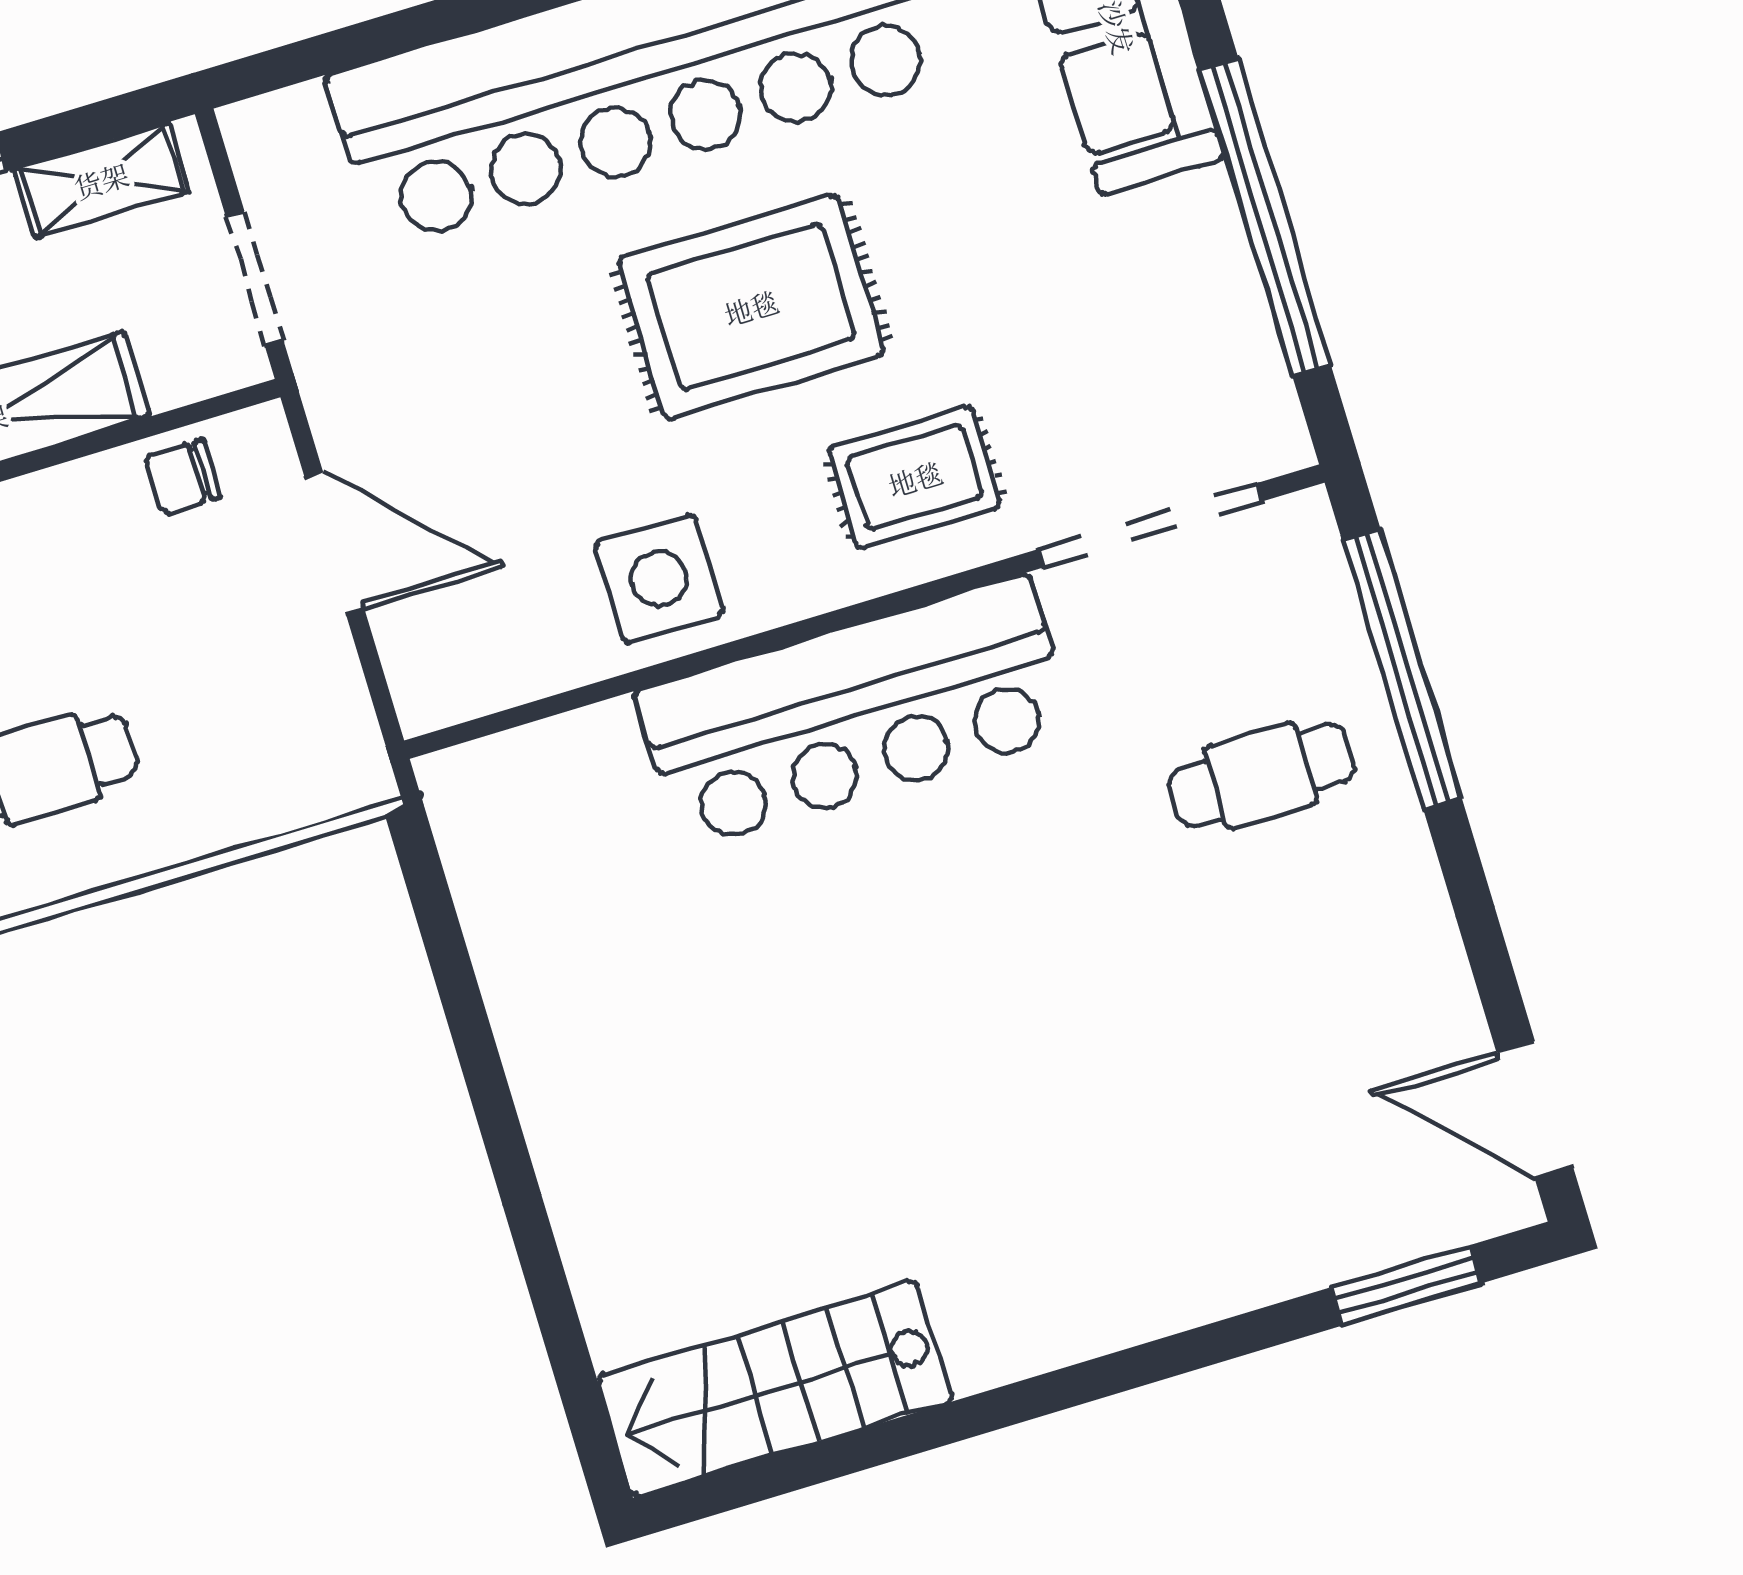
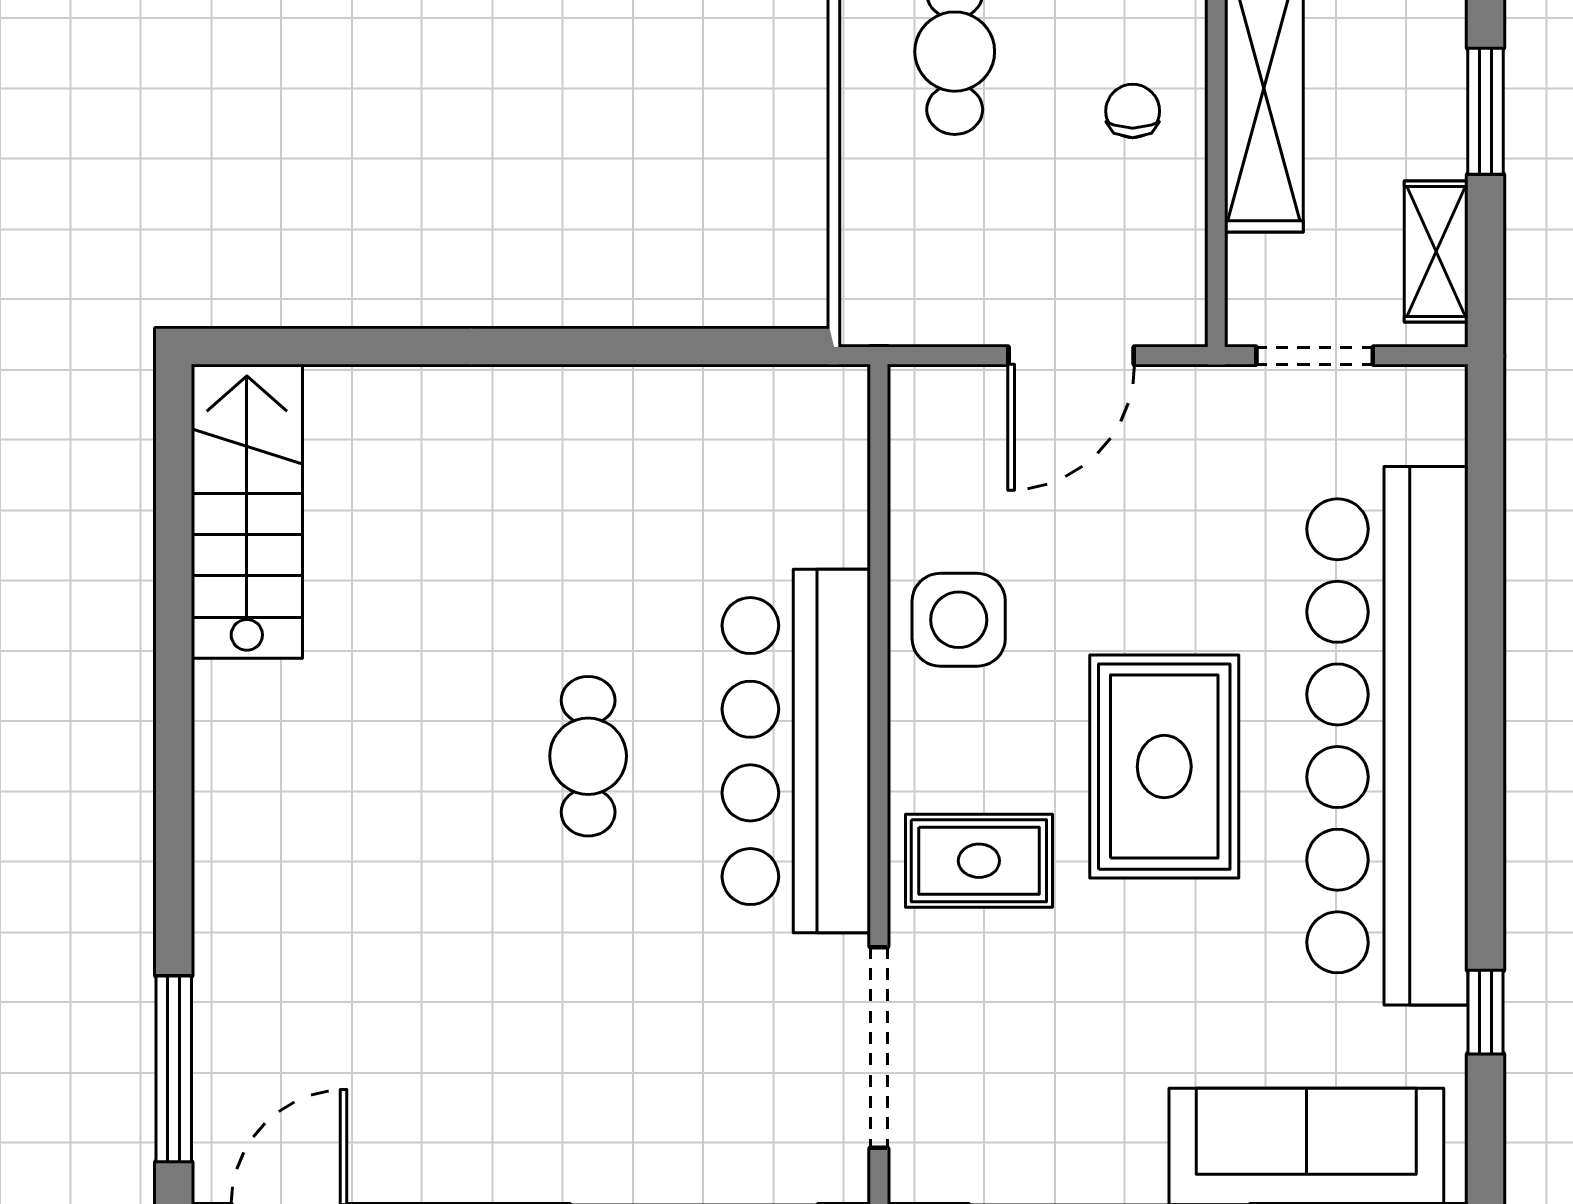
chair: (183, 477) -> (1133, 111), moved
rug: (915, 478) -> (979, 861), turned 90
cafe table: (1261, 776) -> (588, 756), moved
window: (1406, 1286) -> (174, 1069), width x1.44

